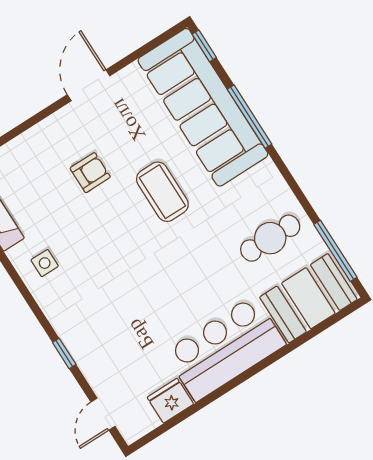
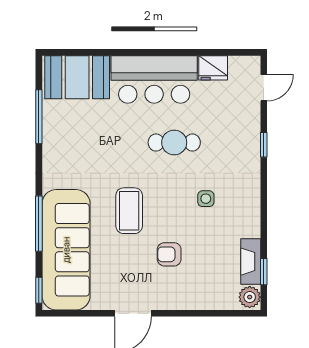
cafe table: (270, 238) -> (174, 143), moved
window: (335, 251) -> (39, 117), moved
side table: (45, 263) -> (206, 199), moved

